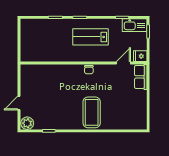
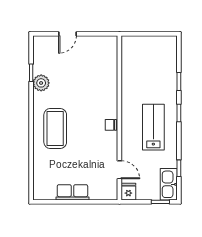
row of seats: (141, 77) -> (72, 192), moved
door: (19, 103) -> (67, 34), swing flipped
coffee table: (92, 112) -> (55, 129), turned 90
plant: (27, 123) -> (41, 83), moved

